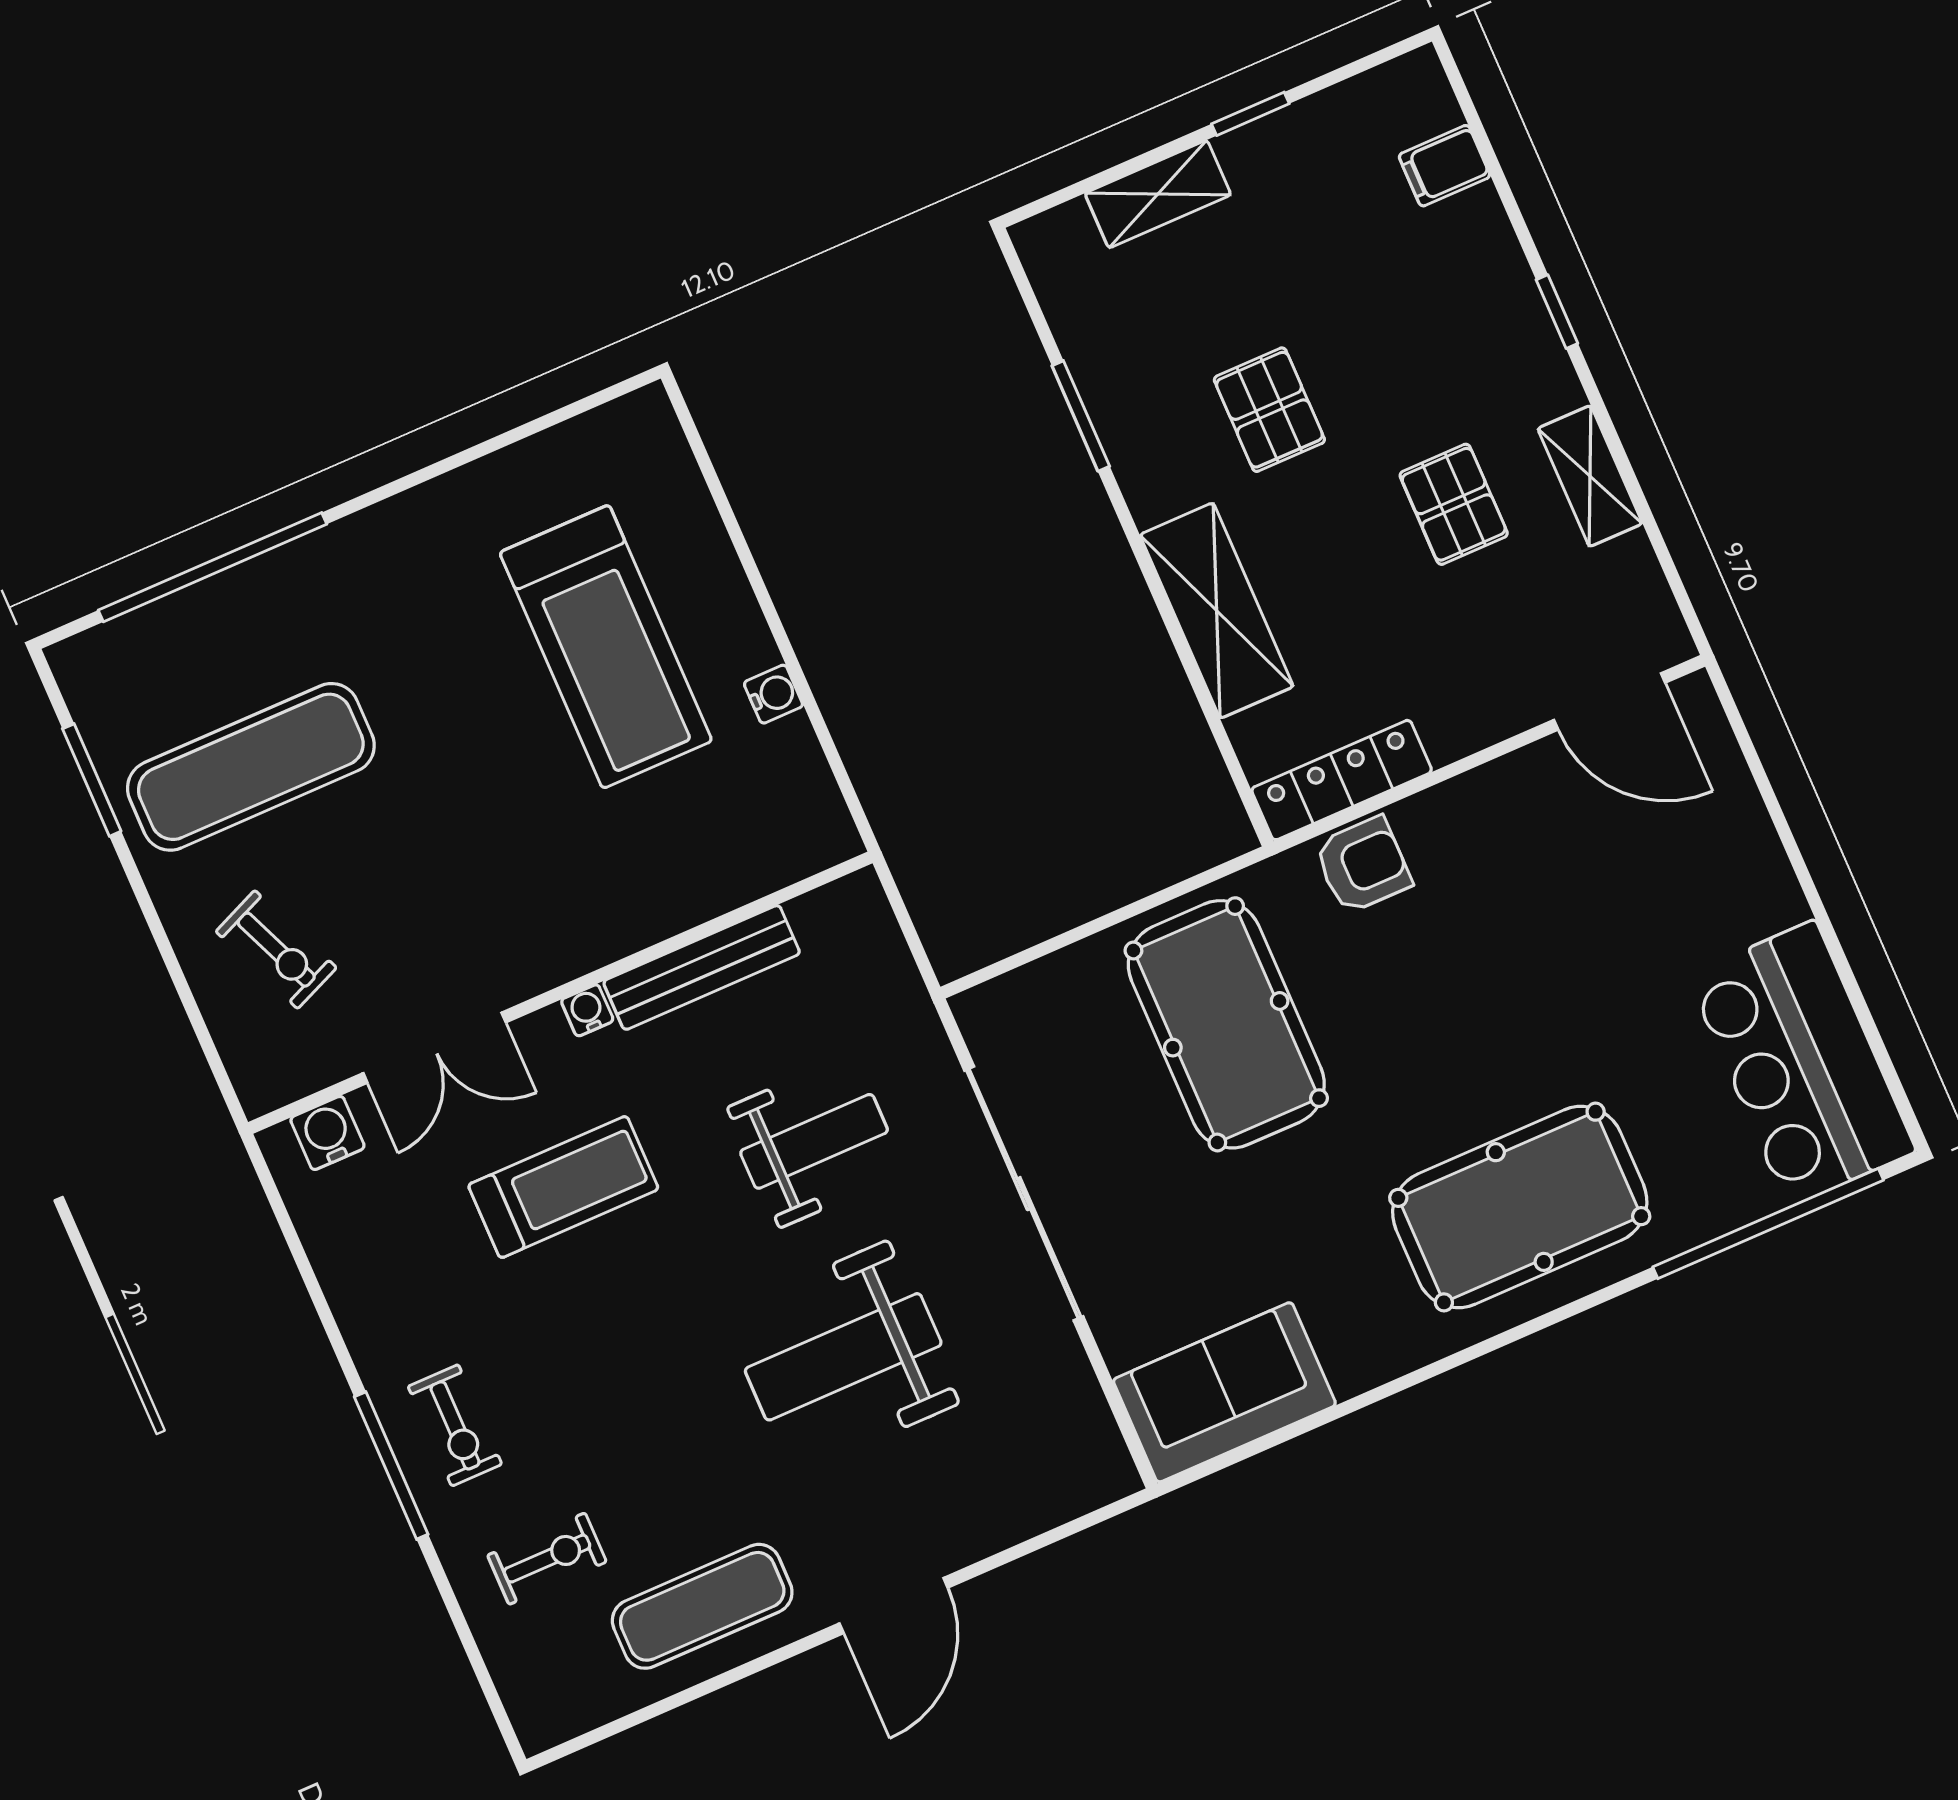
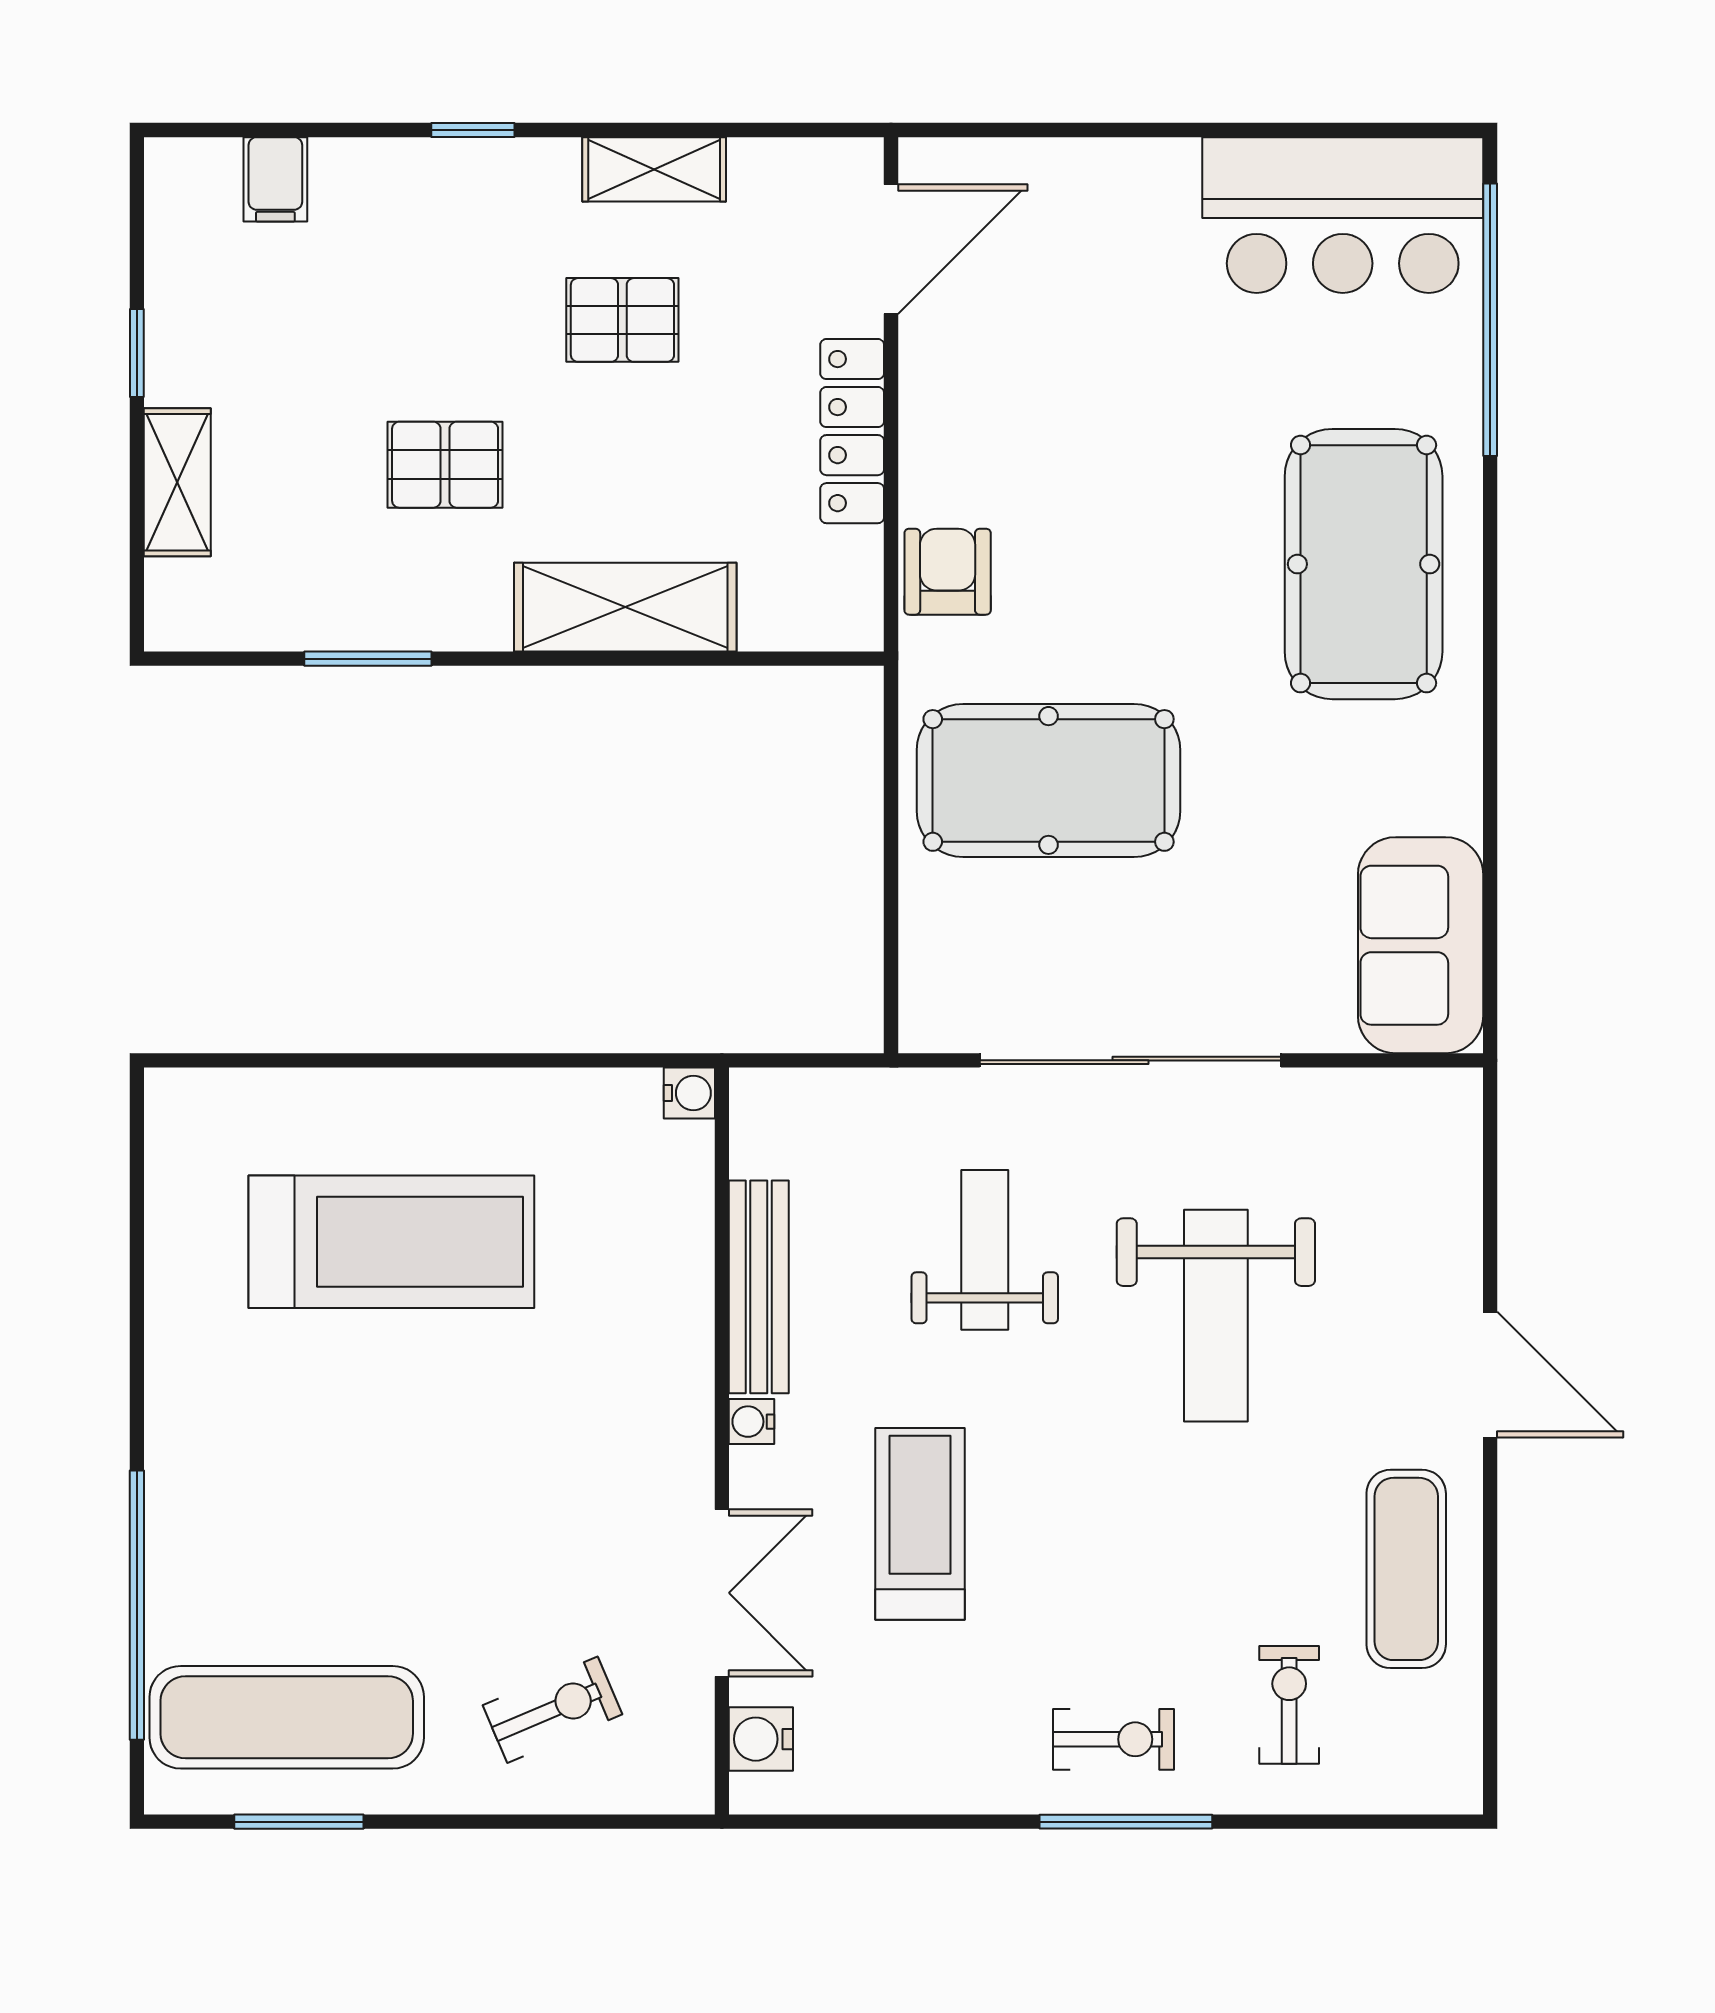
water cooler: (773, 694) -> (689, 1093), moved, turned 90
exercise mat: (251, 767) -> (287, 1717), moved, turned 90
locker: (1342, 780) -> (852, 431), moved

